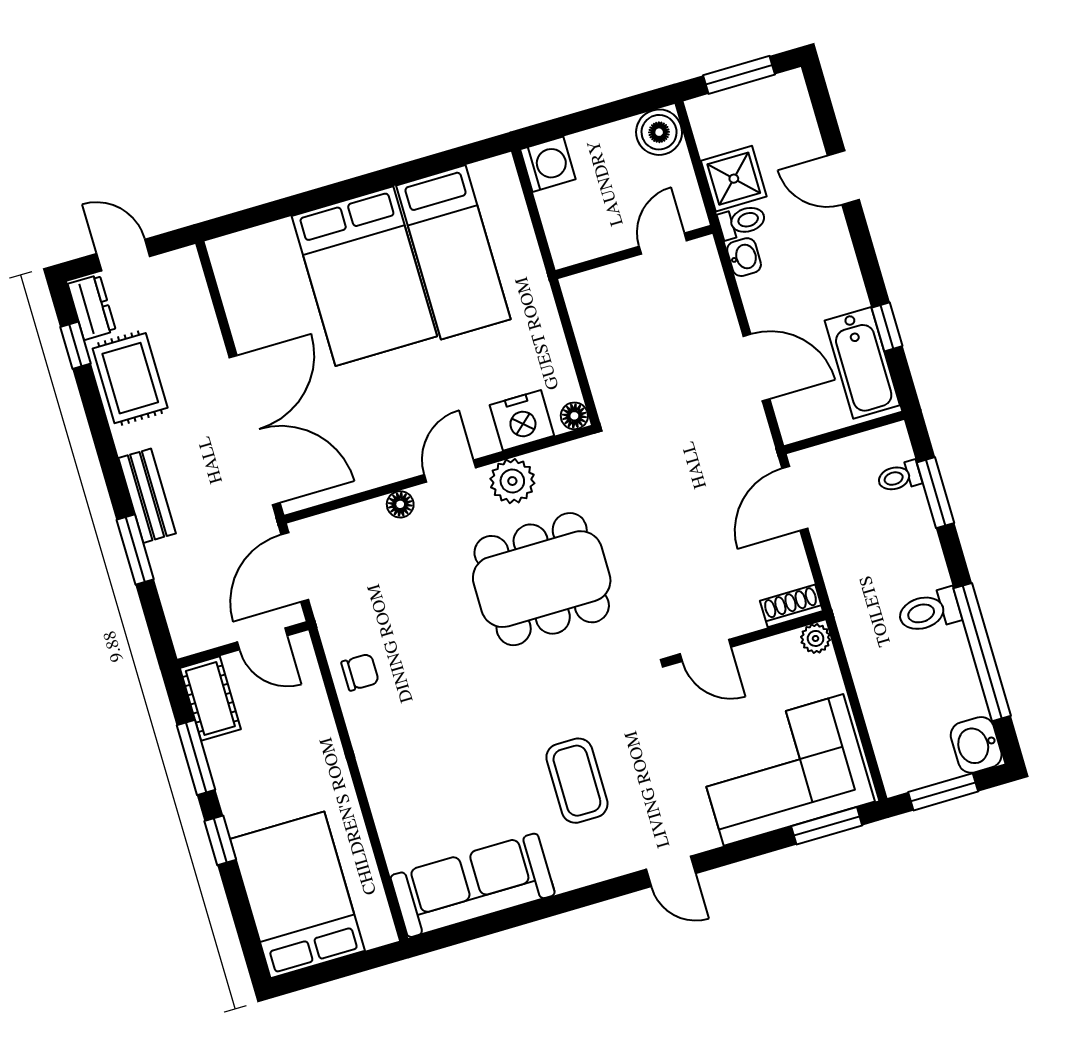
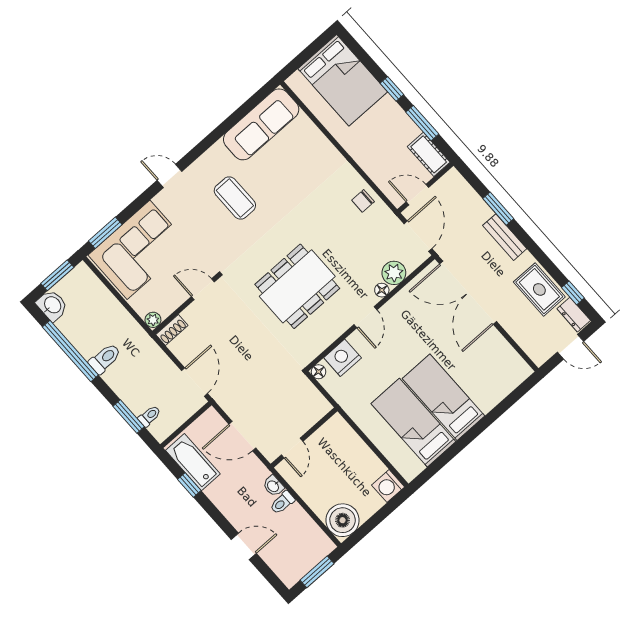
boiler: (659, 132) -> (343, 520), width x1.37, depth x1.37
shower: (734, 179) -> (296, 521), removed
door: (663, 244) -> (292, 448), moved
wall: (634, 252) -> (304, 438), moved
bed: (364, 276) -> (444, 397), width x0.67
plant: (512, 481) -> (394, 273), moved

